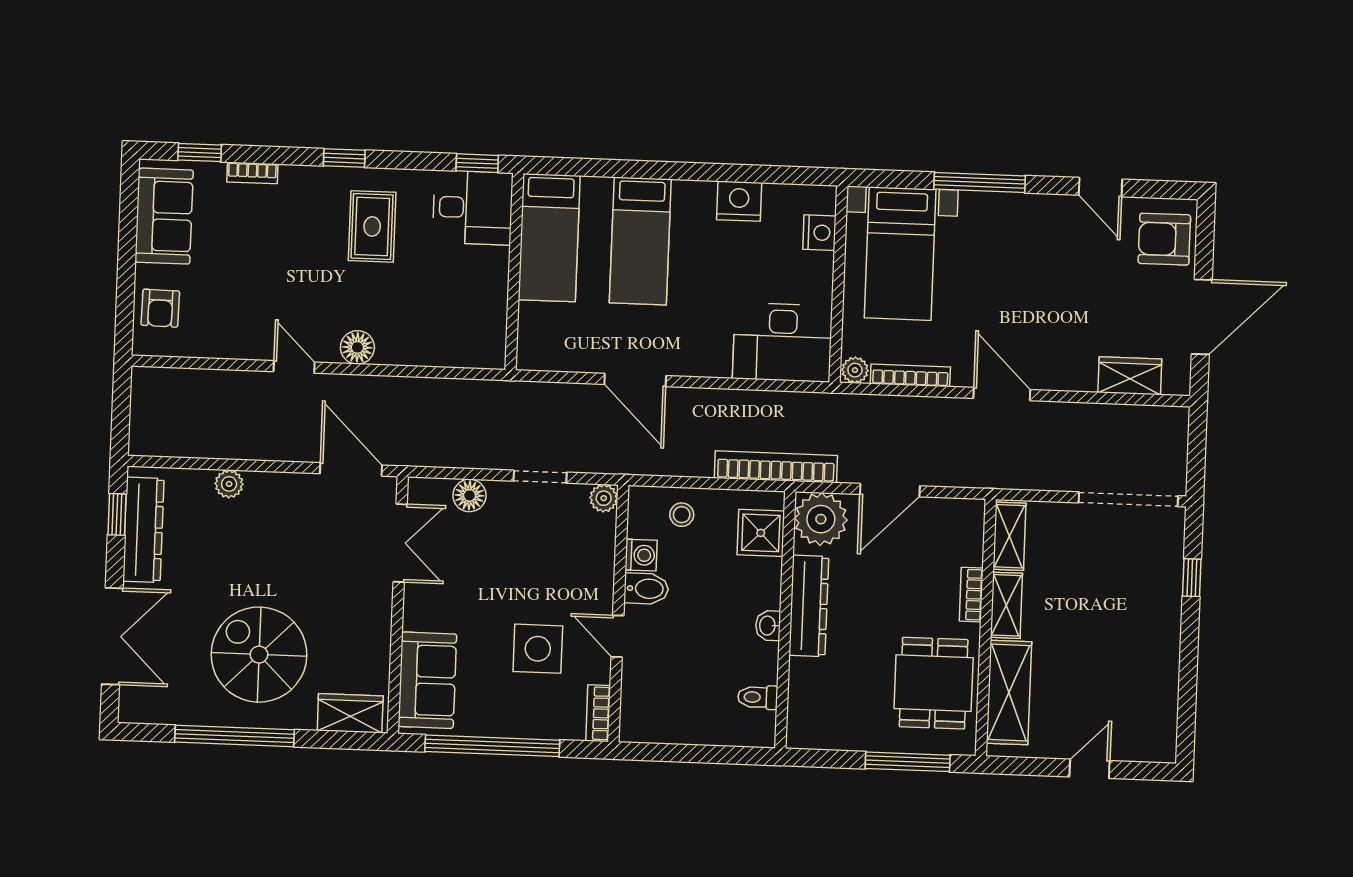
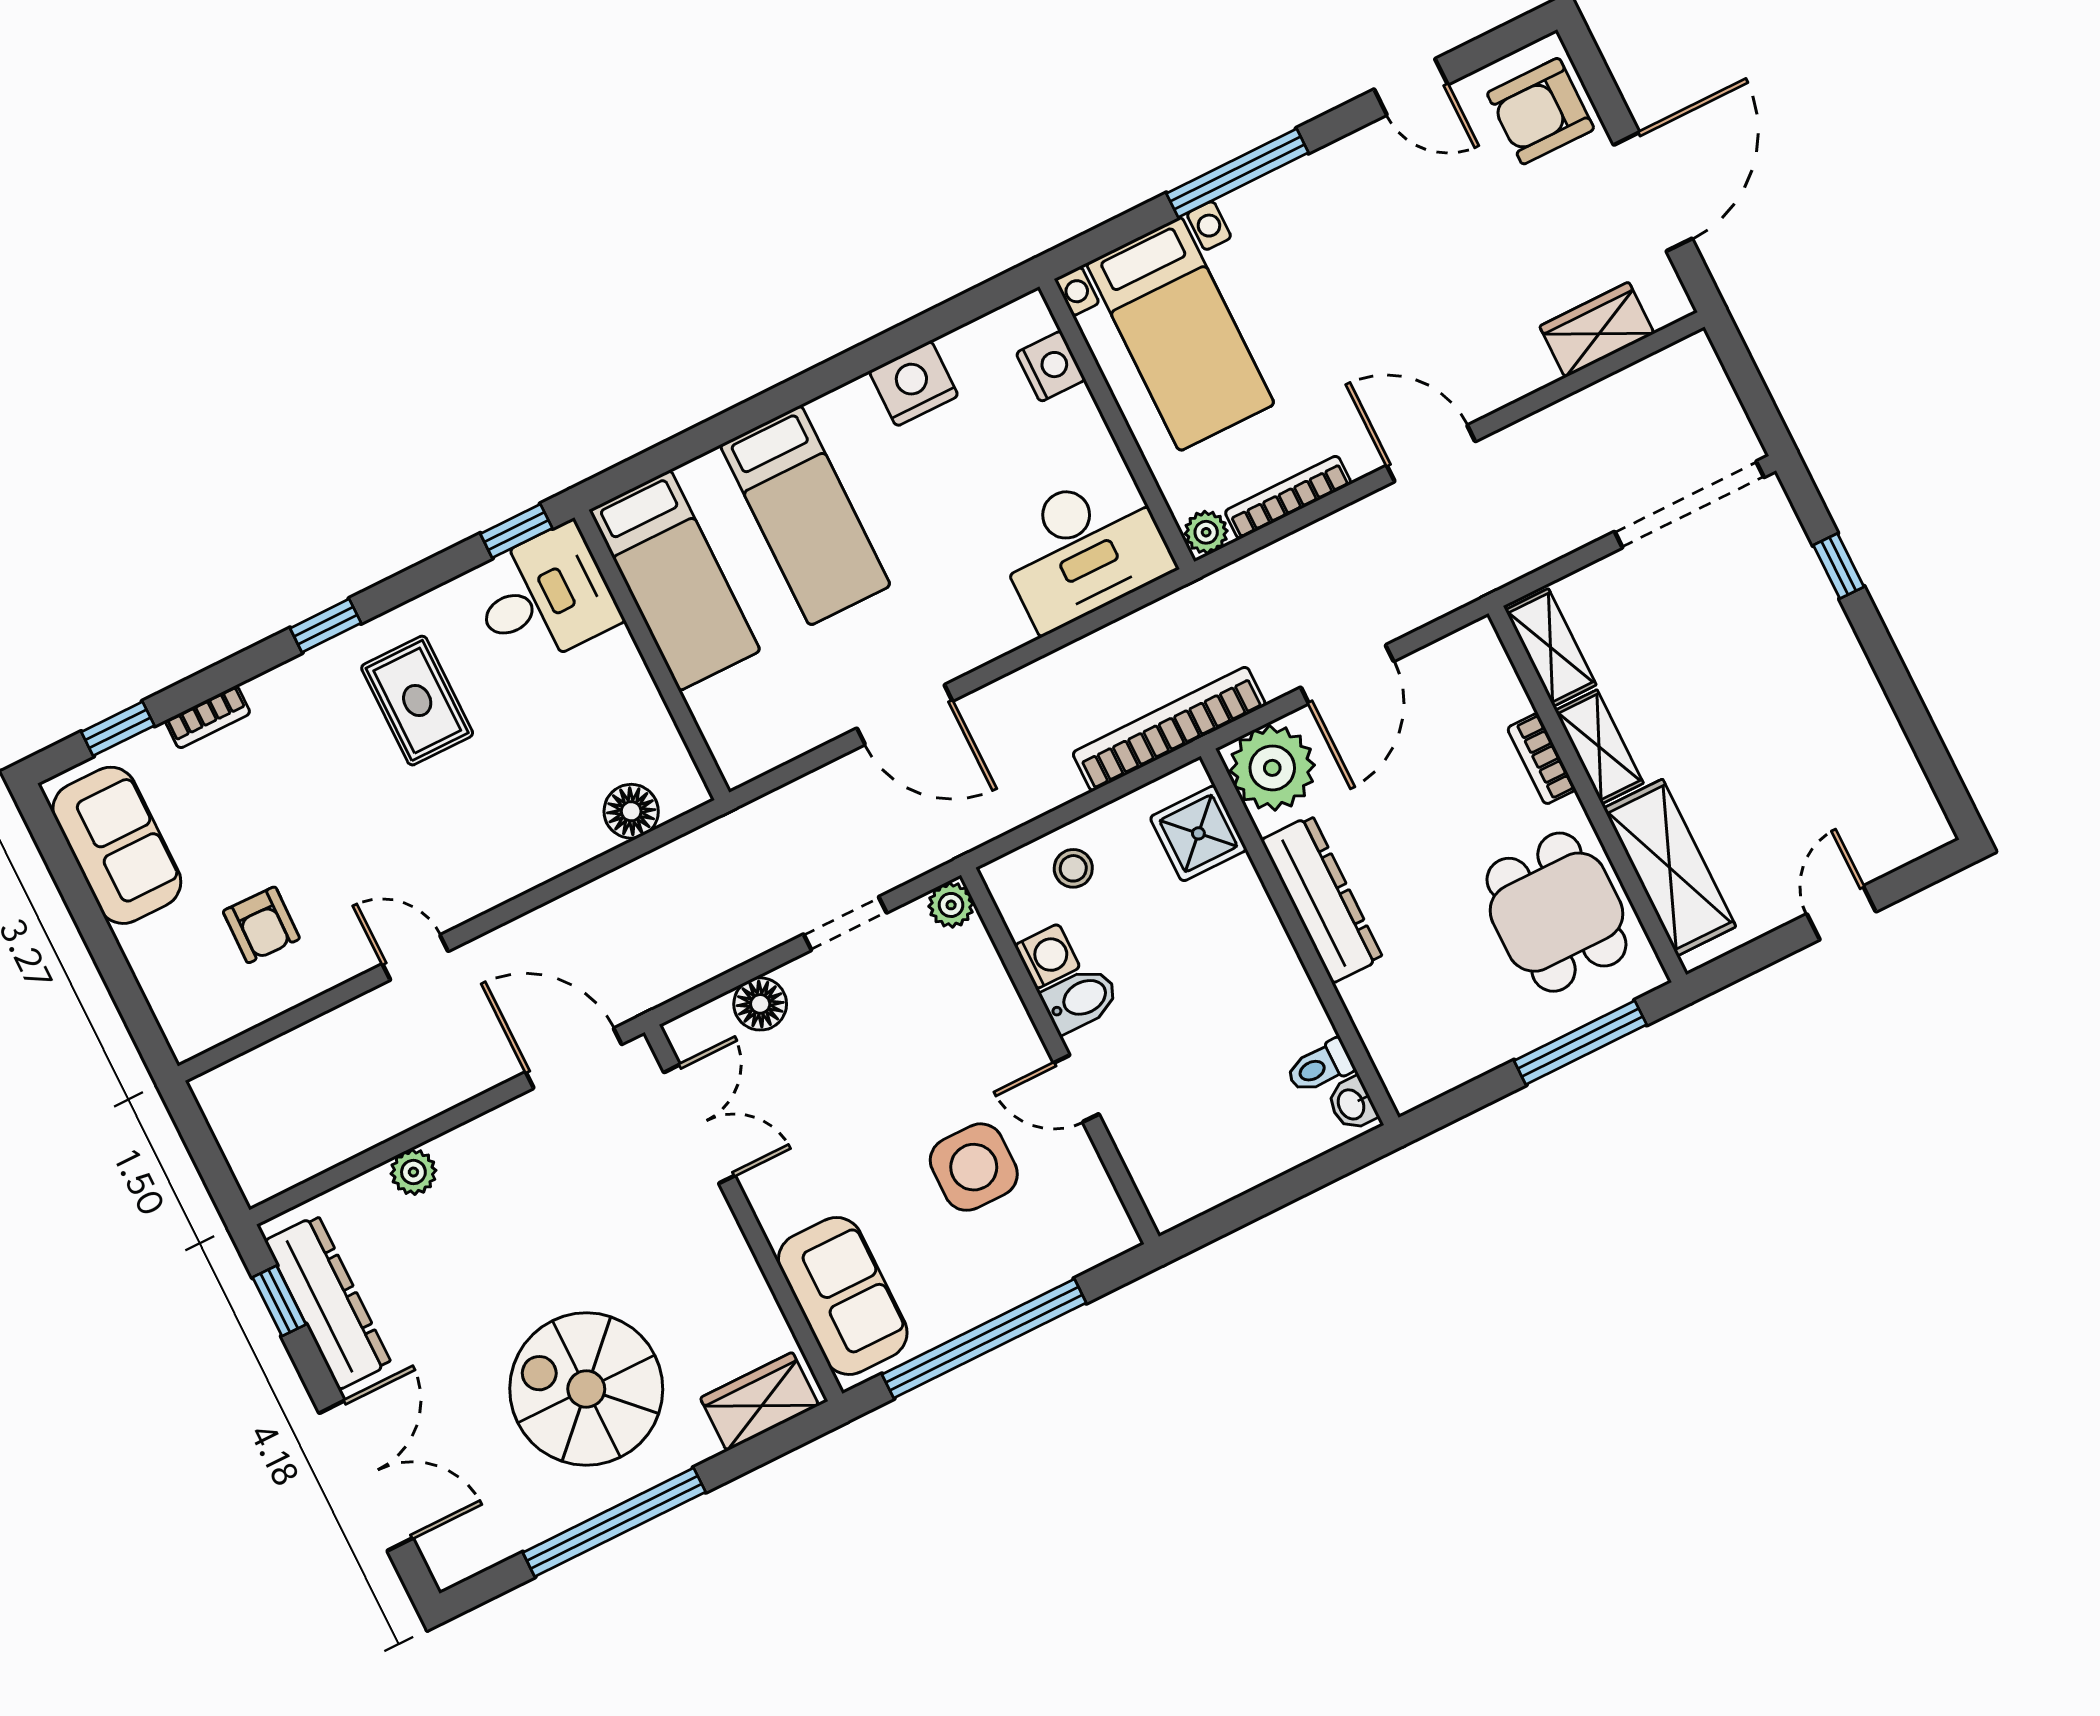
armchair: (160, 308) -> (261, 925), moved
floor lamp: (357, 347) -> (631, 811), moved
washbasin: (768, 626) -> (1352, 1104), moved
bookcase: (598, 713) -> (1108, 1212), removed

